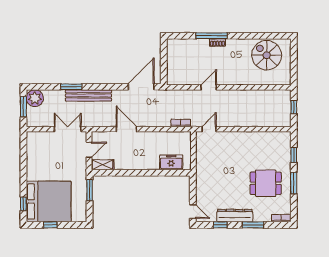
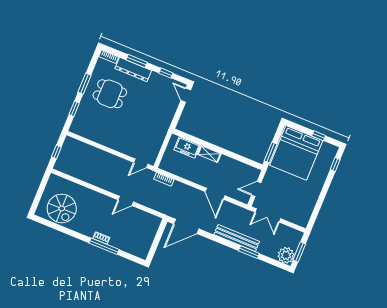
shelving: (103, 165) -> (209, 154), moved
bed: (49, 202) -> (296, 153), moved, turned -90
dresser: (235, 216) -> (133, 69), moved

